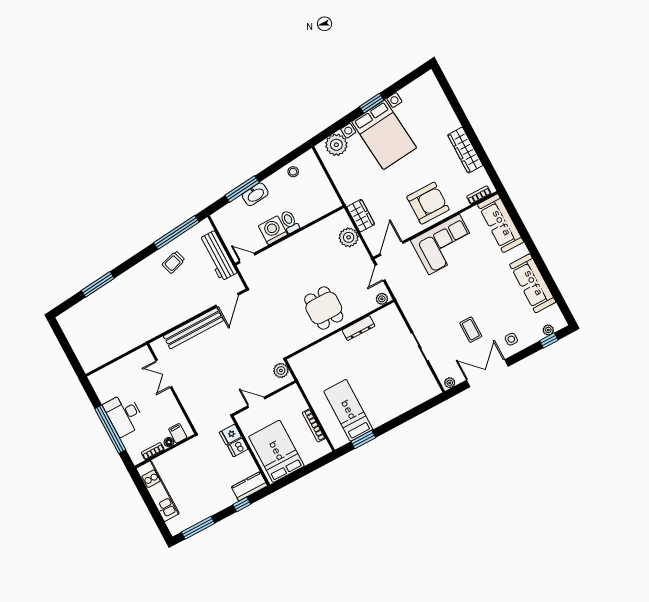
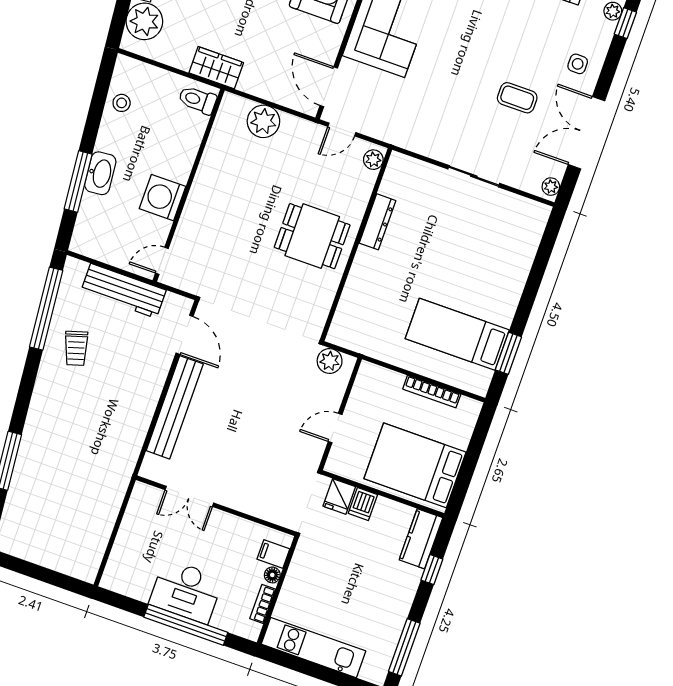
wardrobe: (361, 216) -> (216, 68), moved
toilet: (289, 222) -> (197, 100), moved
door: (380, 273) -> (342, 129), hinge flipped

